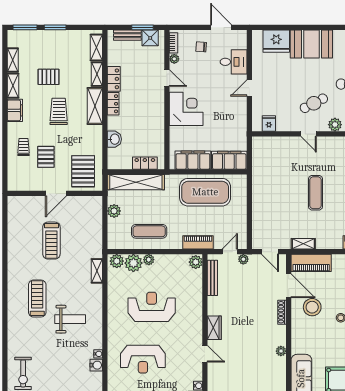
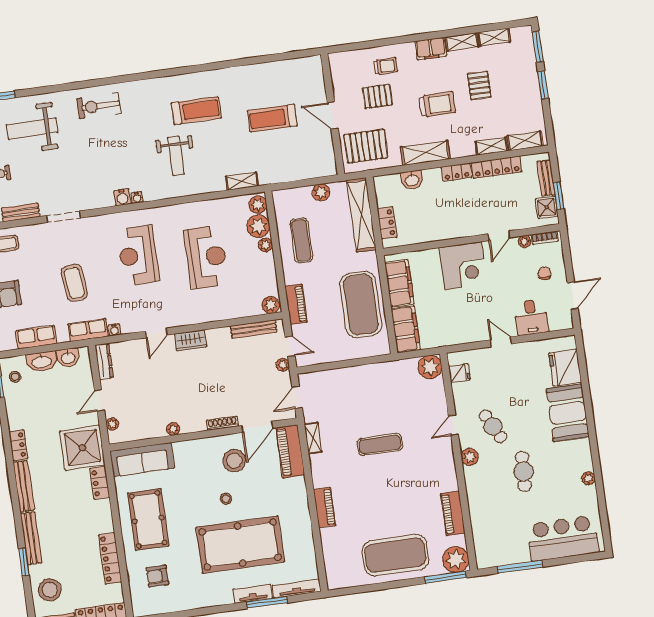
locker: (114, 79) -> (497, 167), width x1.53
shelving: (95, 106) -> (425, 153), moved
plant: (261, 146) -> (430, 367), added

